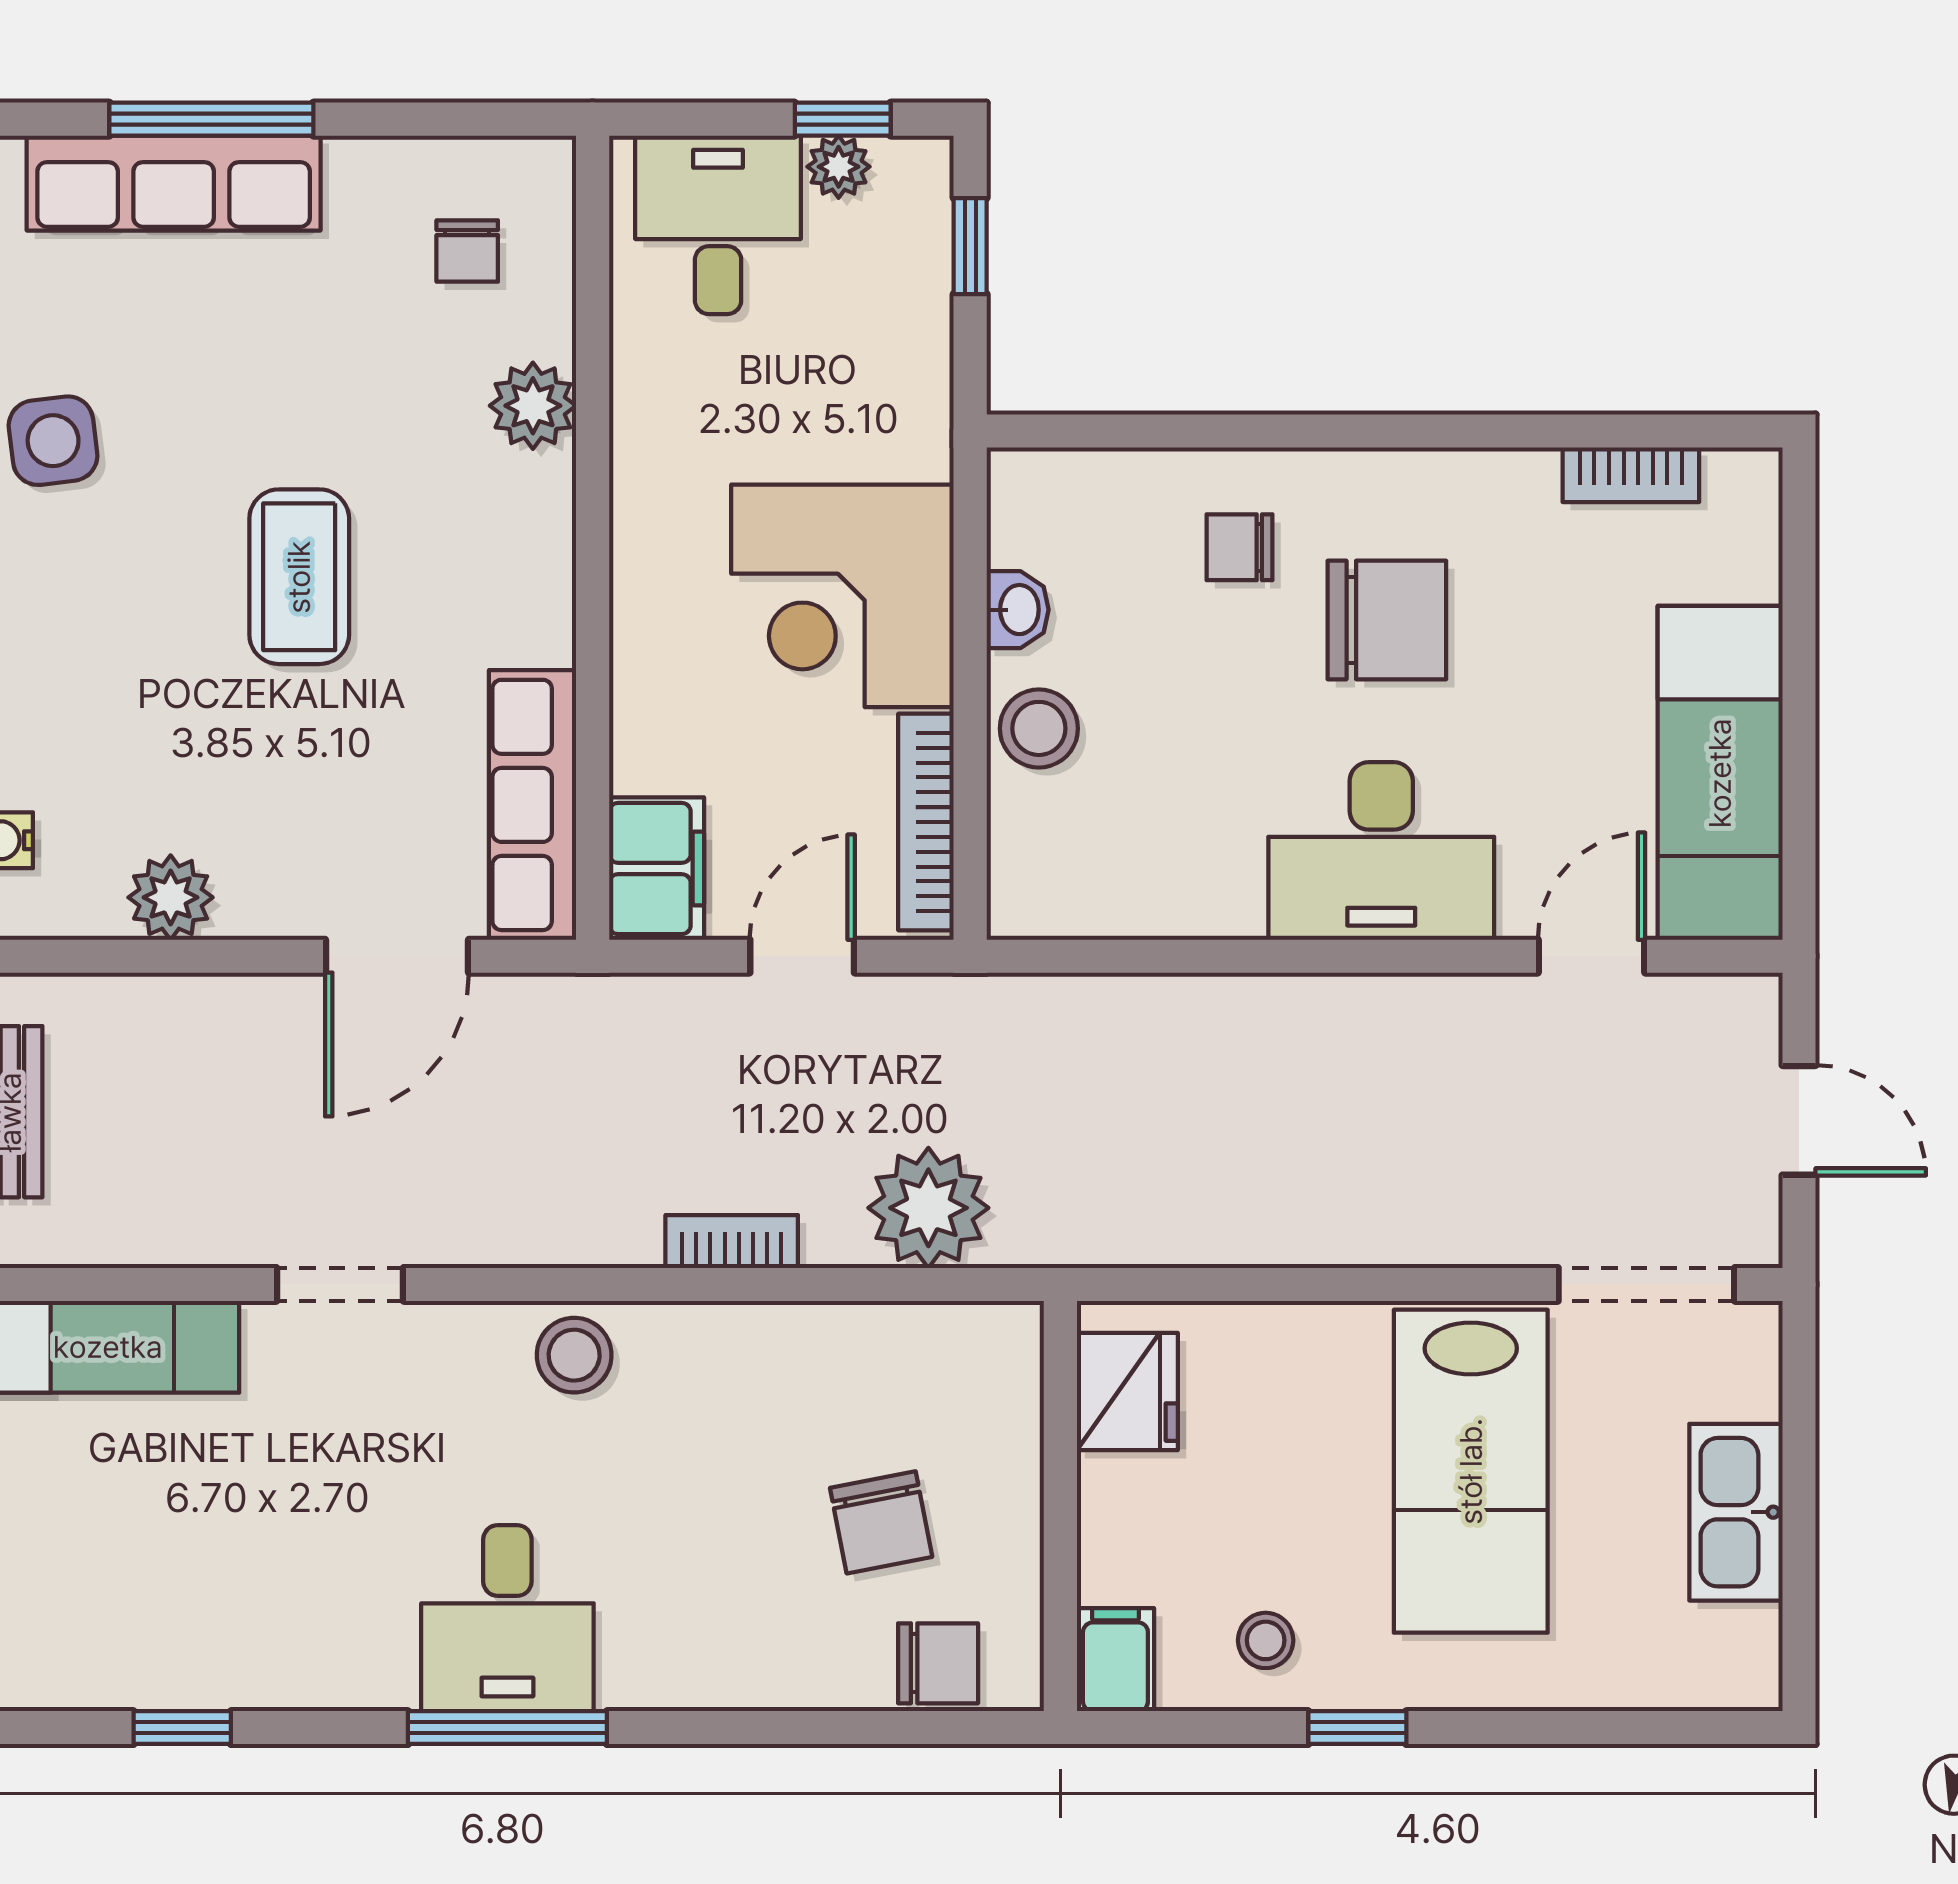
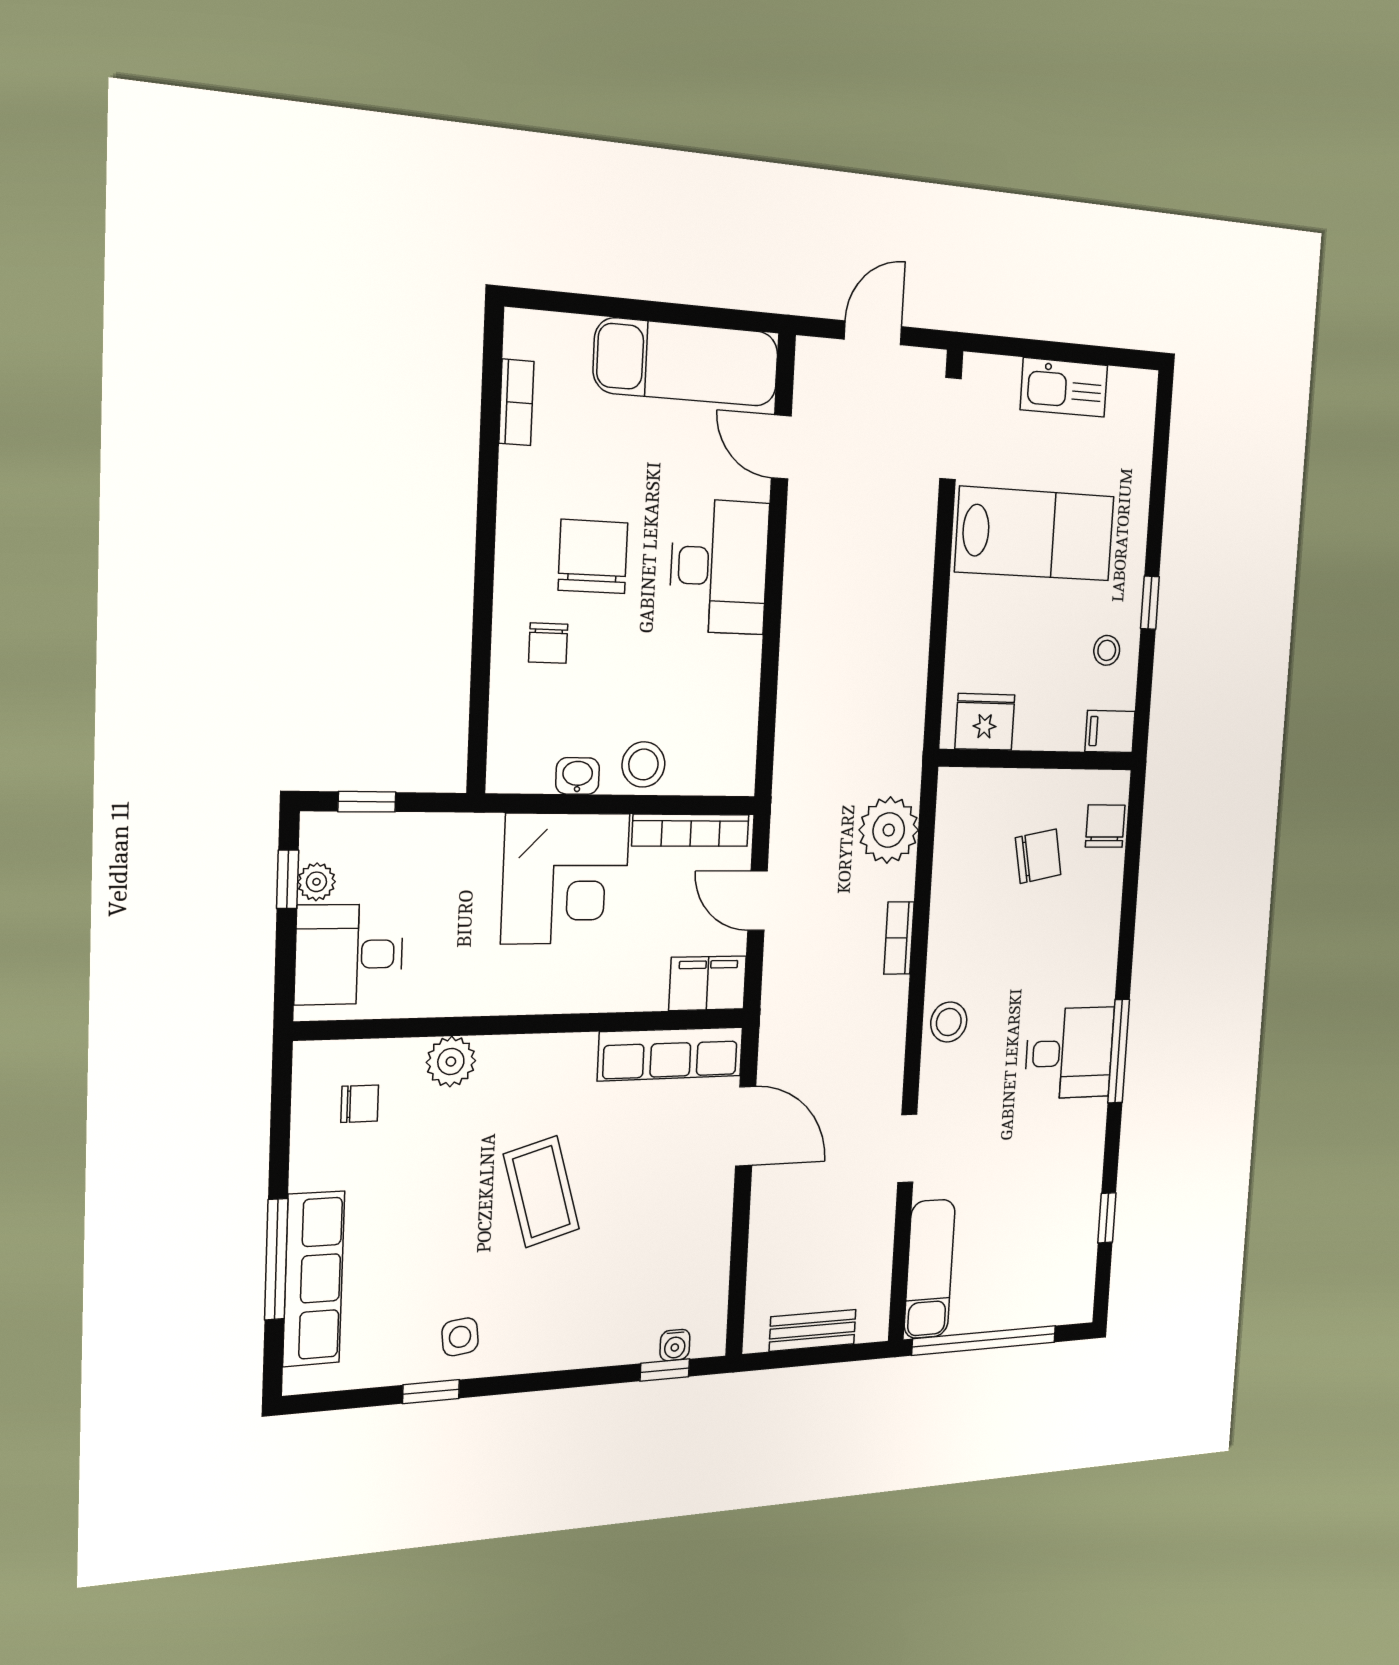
side table: (53, 441) -> (460, 1337), width x0.73, depth x0.73
coffee table: (299, 577) -> (541, 1192), turned 74
plant: (171, 897) -> (709, 1252), removed

